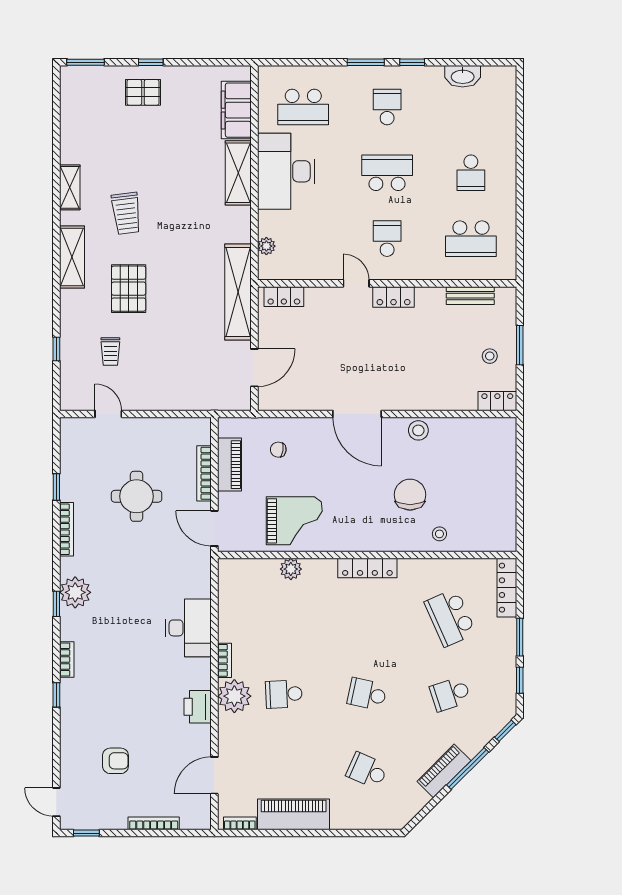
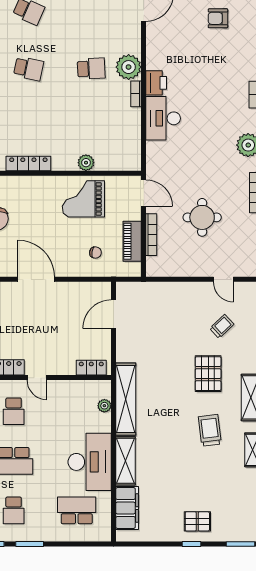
shelving: (238, 292) -> (126, 399), moved
trolley: (110, 352) -> (222, 326), turned 47
printer: (198, 707) -> (156, 83), moved

